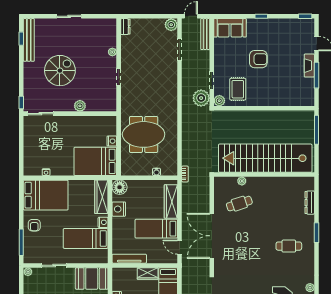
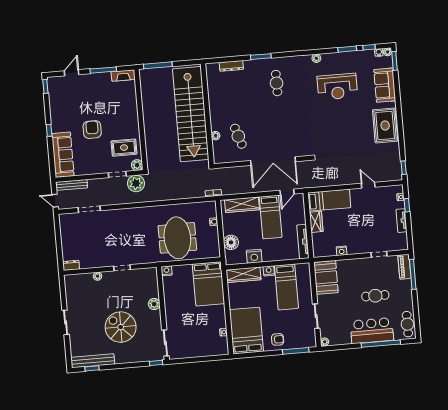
plant: (171, 25) -> (65, 220), removed
sofa: (230, 28) -> (63, 155), width x1.36
fireplace: (309, 66) -> (123, 76), moved
nightstand: (112, 141) -> (167, 271), moved
floor lamp: (120, 187) -> (231, 242), moved

